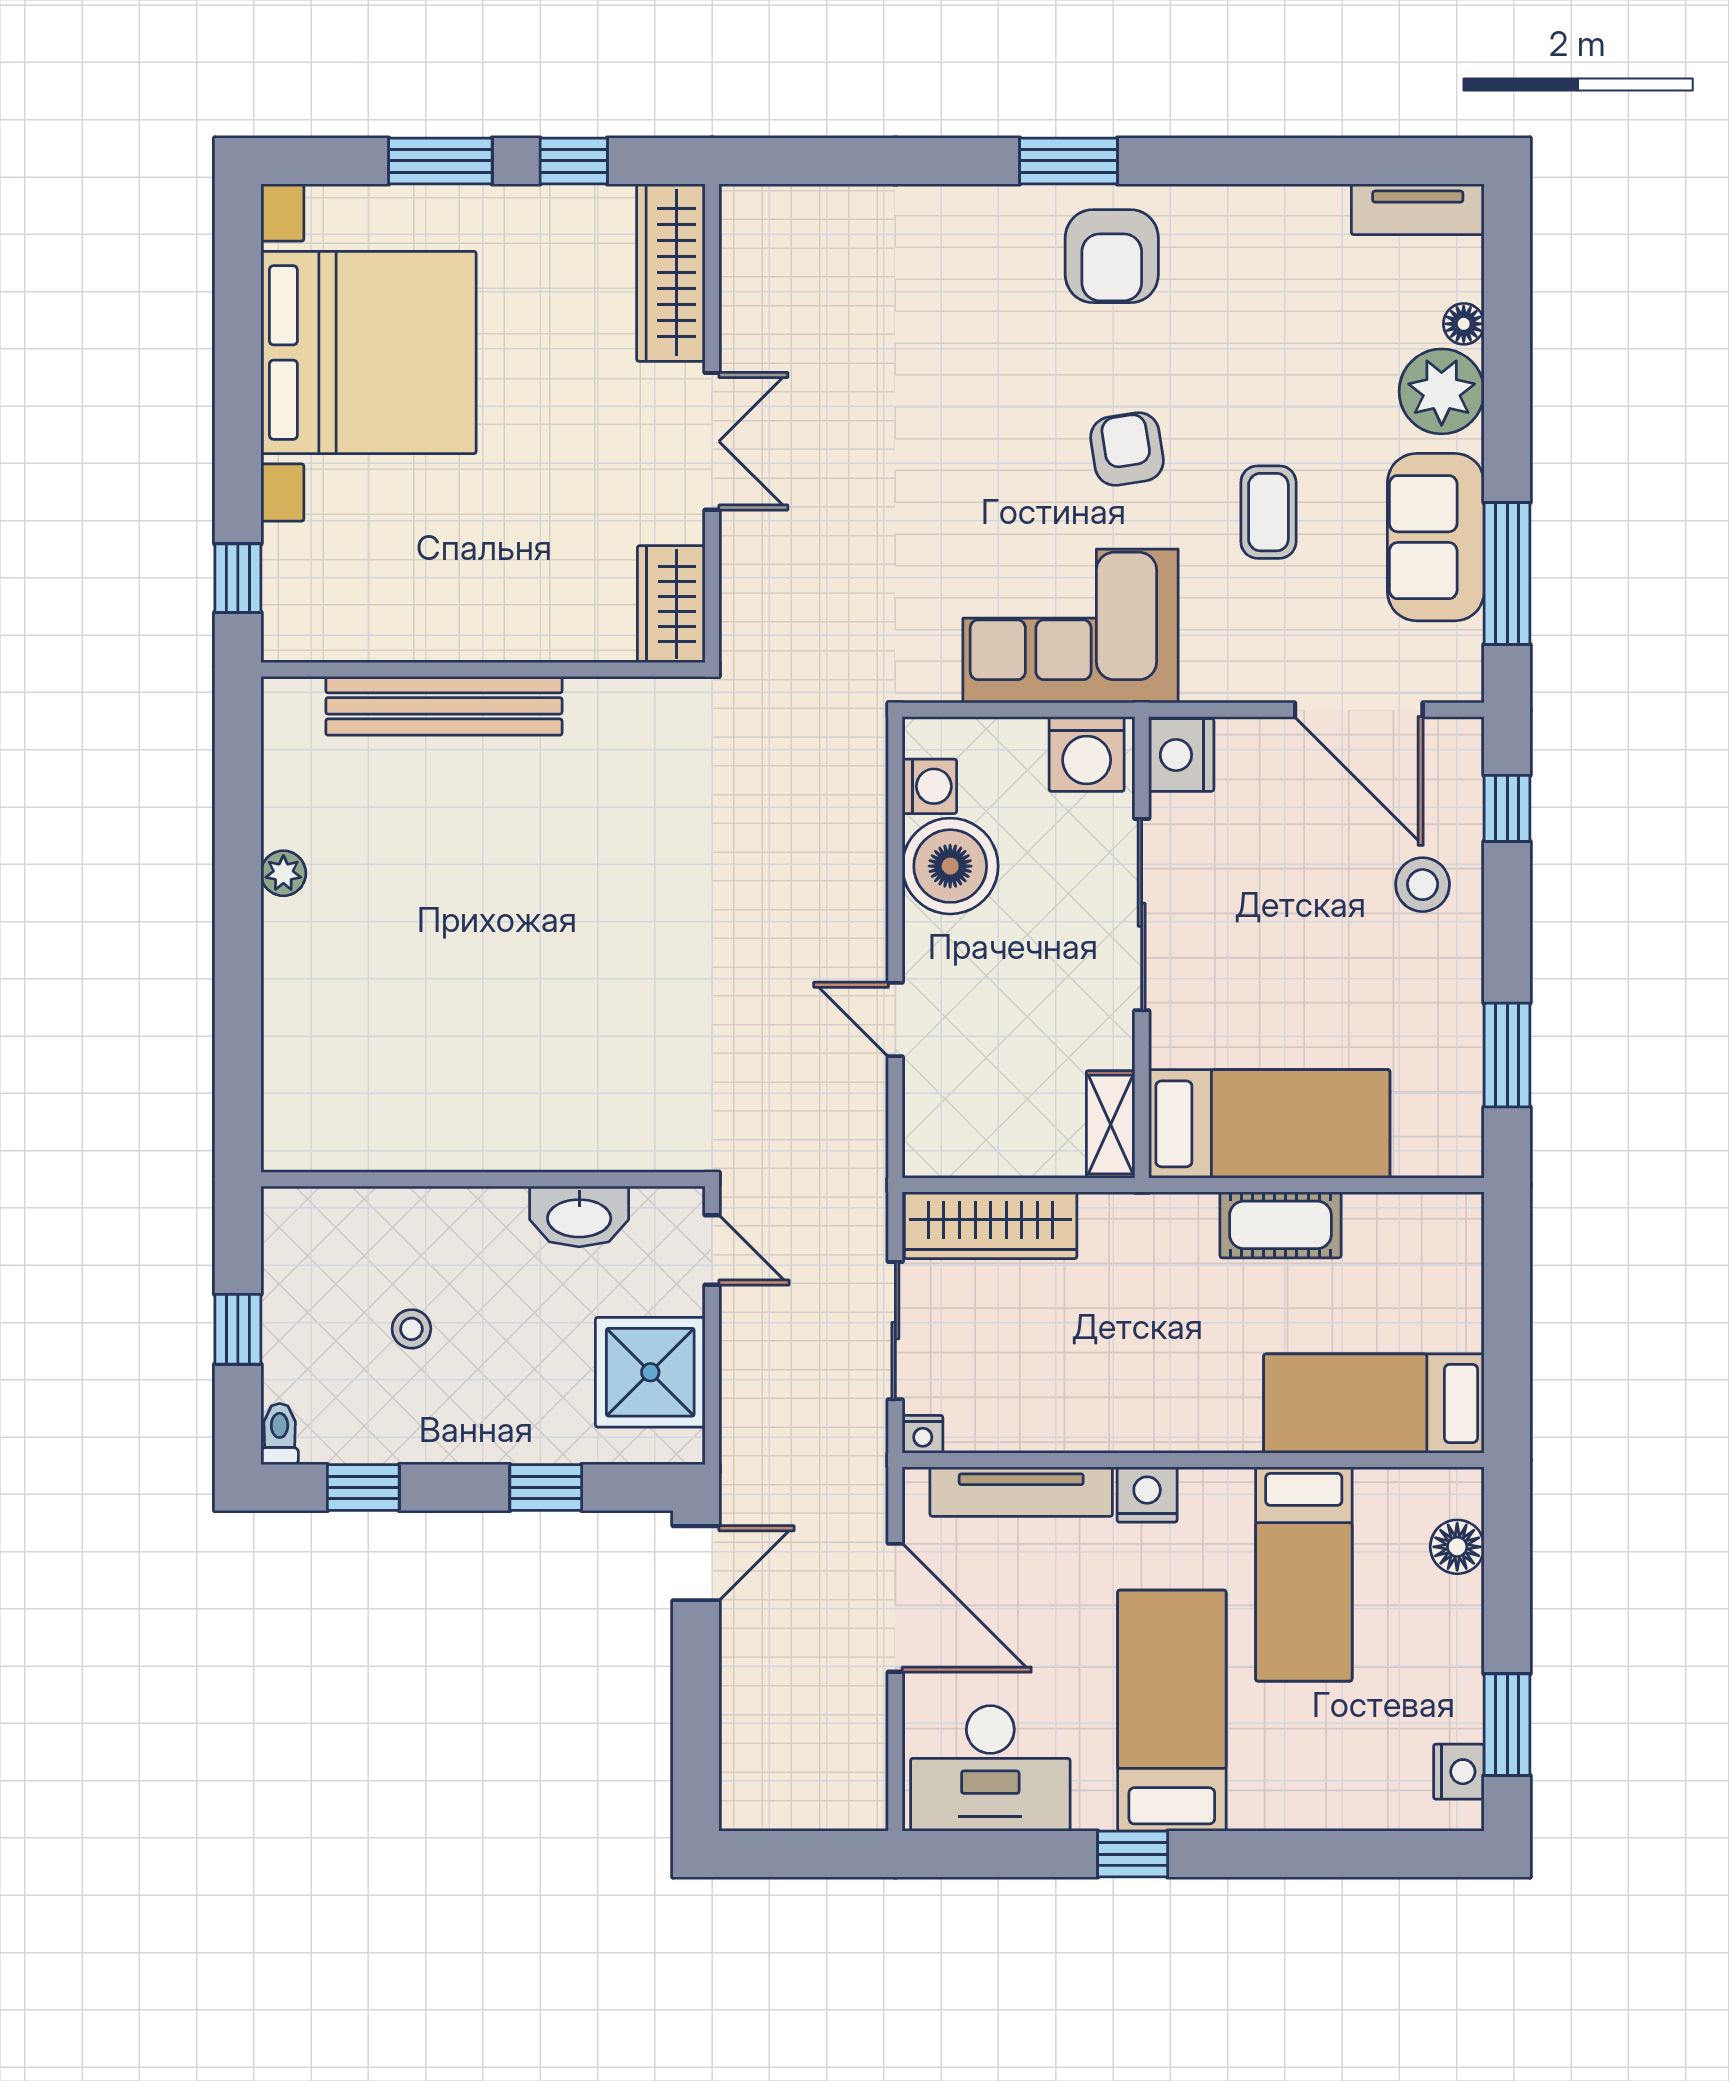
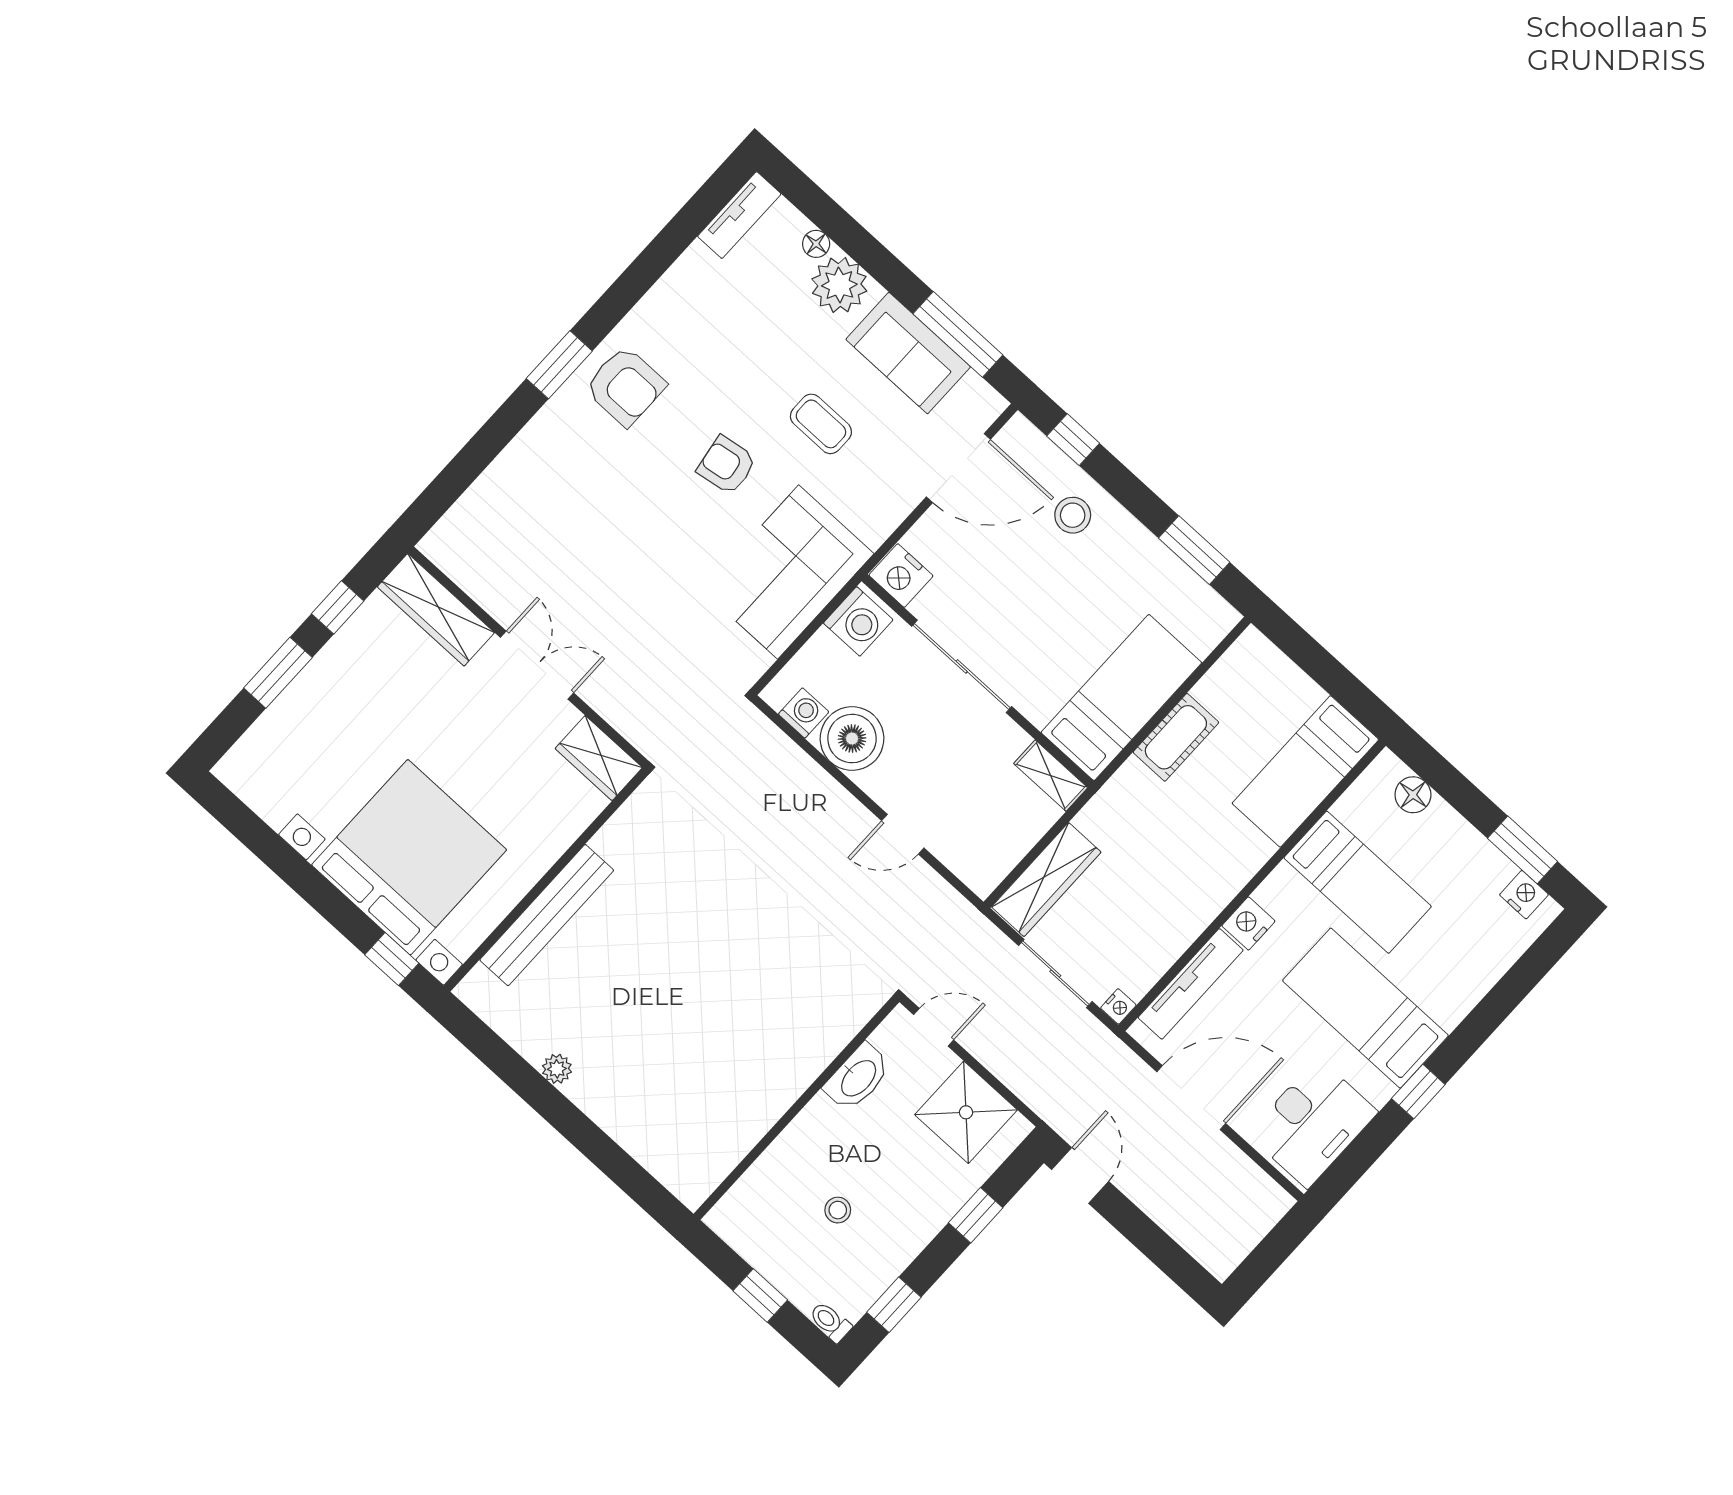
bed with nightstands: (369, 353) -> (409, 857), moved

